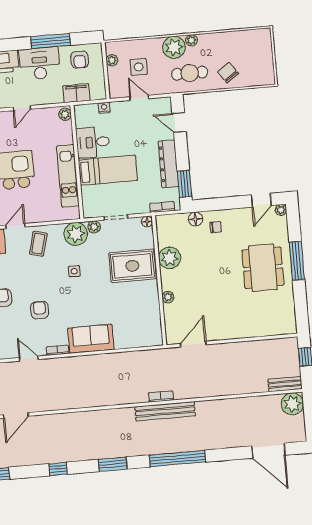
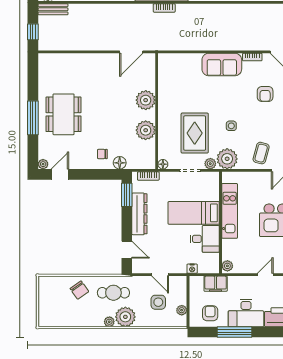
rug: (132, 266) -> (195, 133), moved, turned 90
plant: (168, 297) -> (146, 100), width x1.88, depth x1.88

